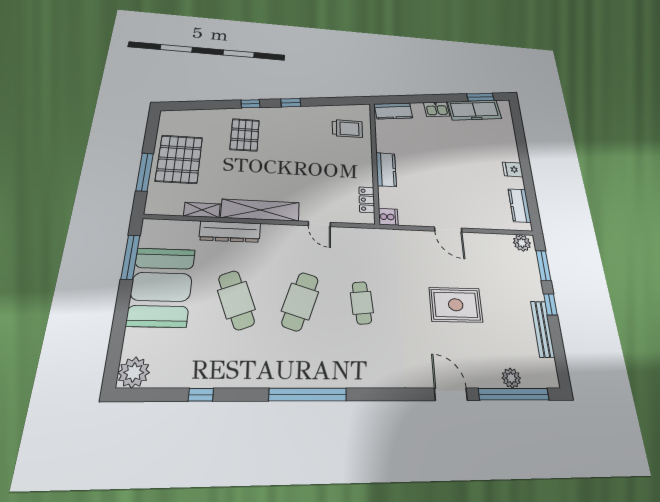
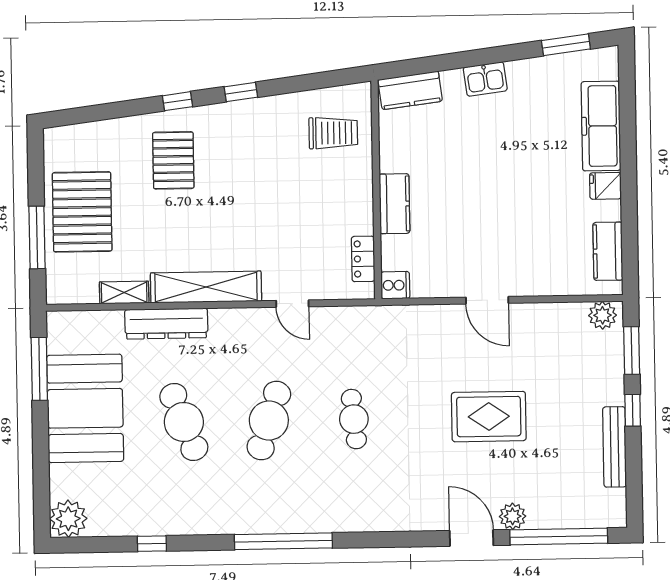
freezer: (474, 110) -> (601, 126), moved, turned 97
plant: (511, 378) -> (513, 516), moved

